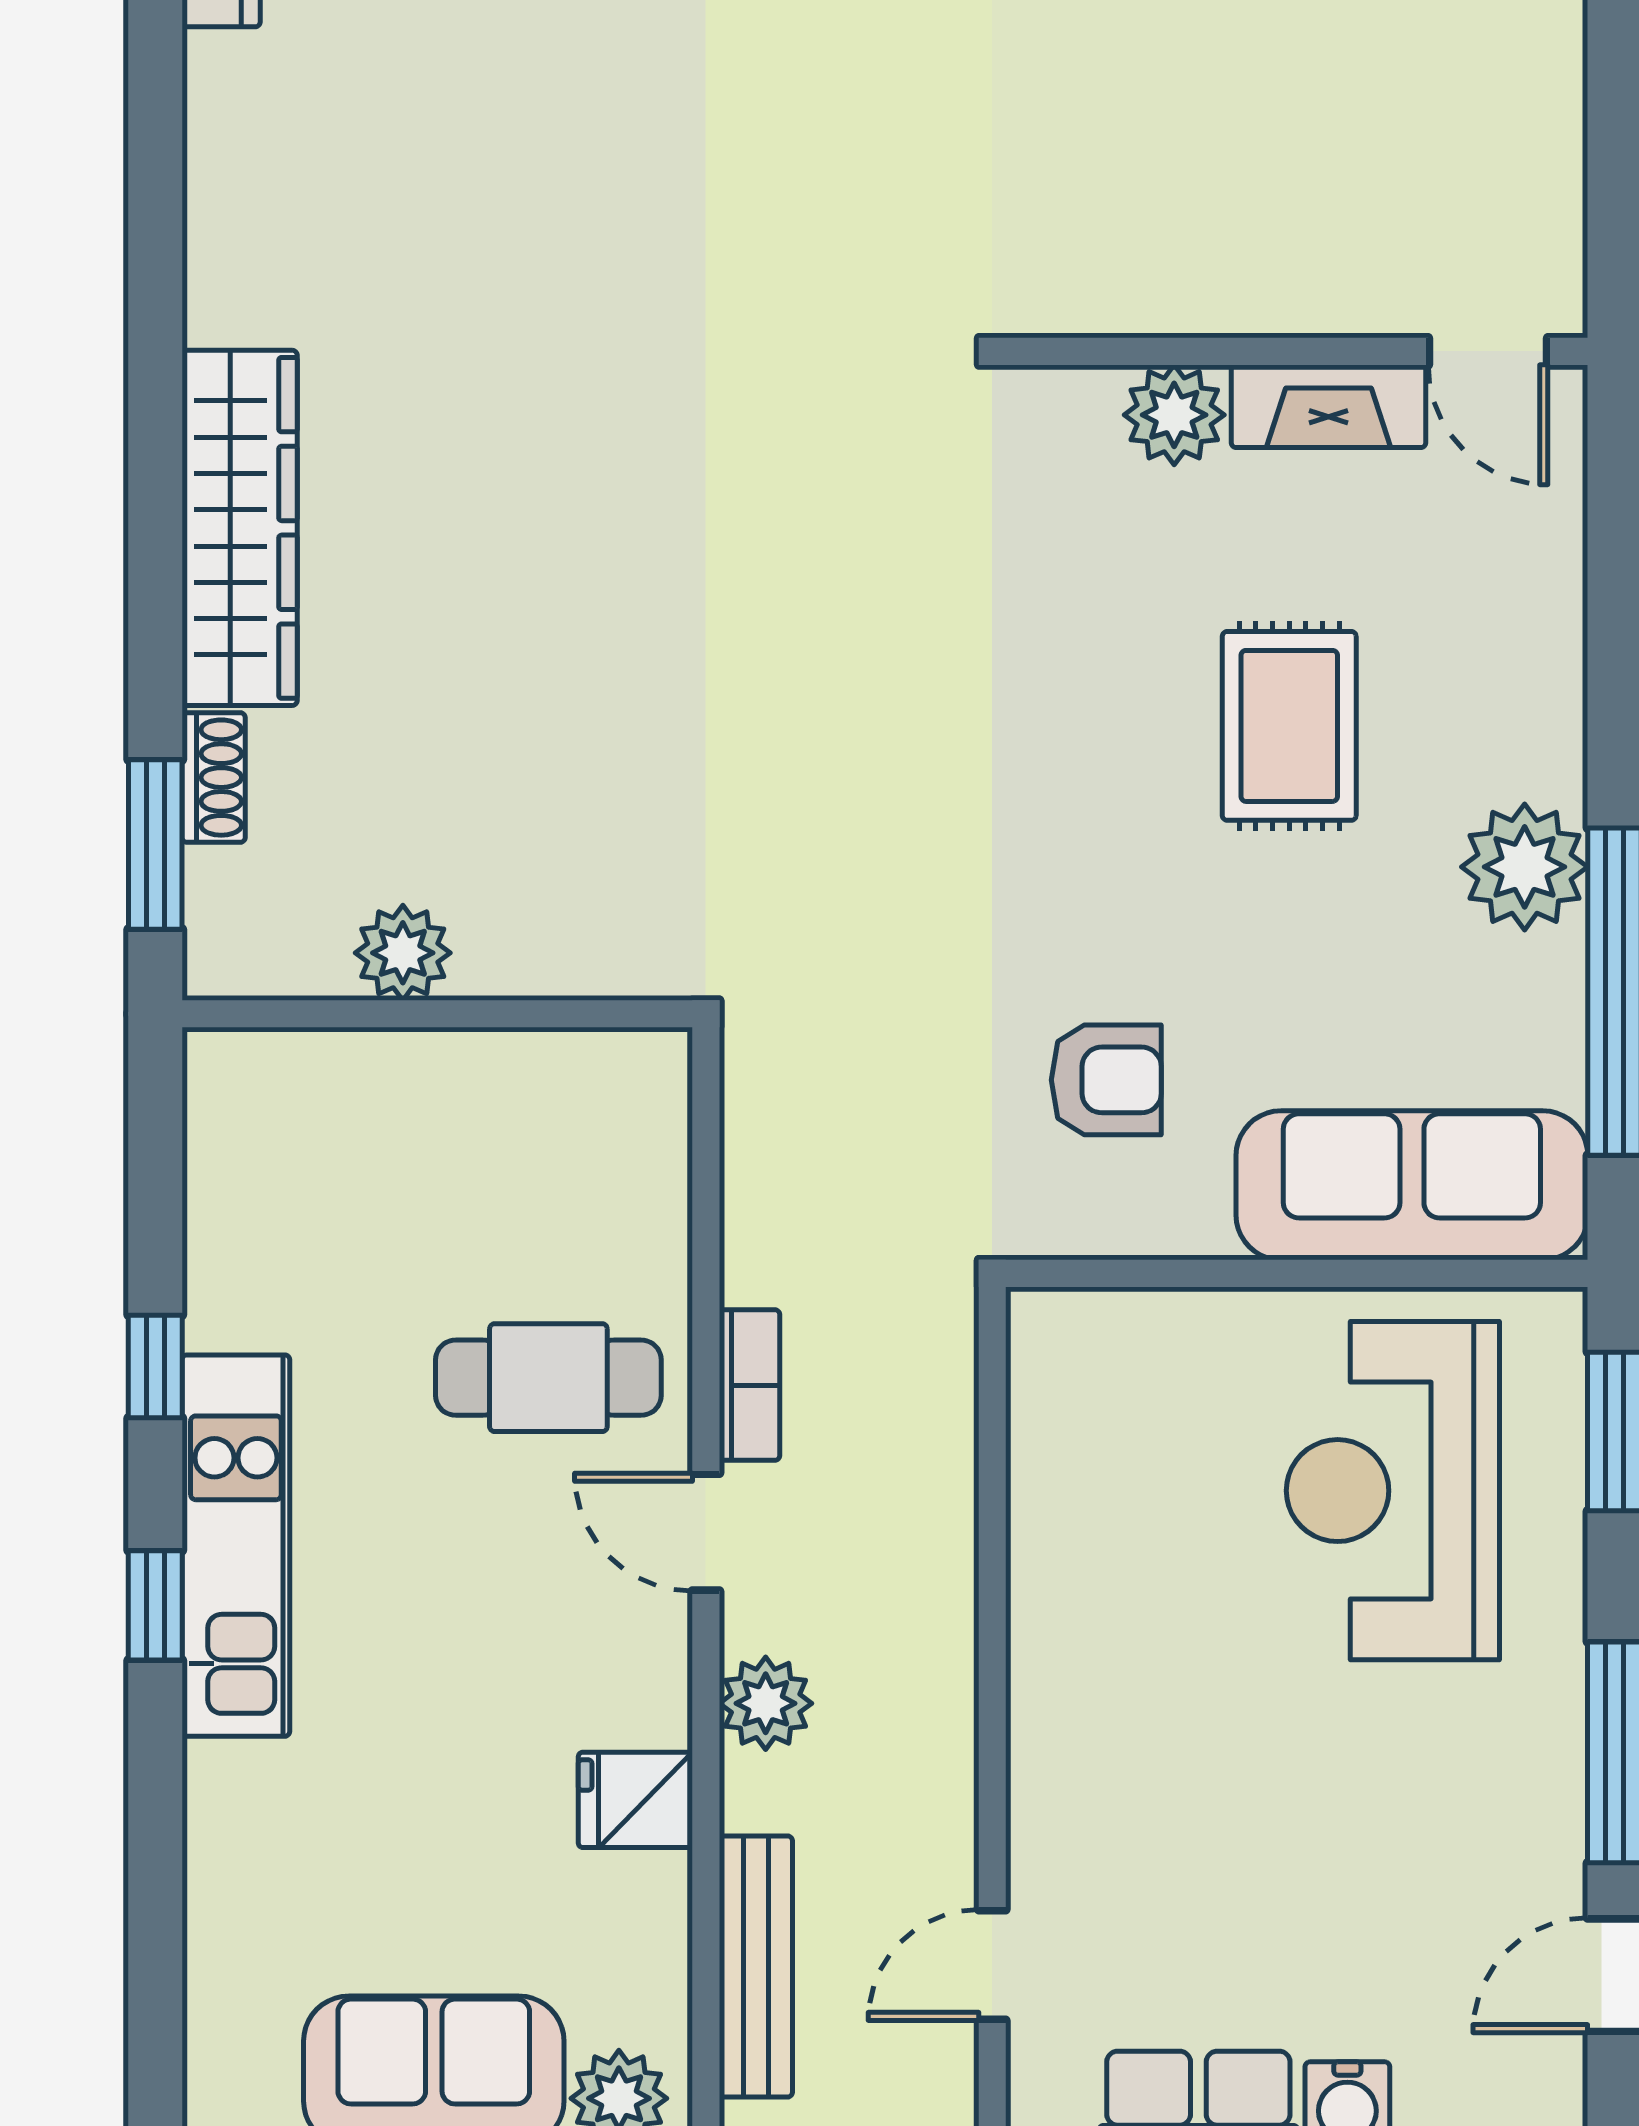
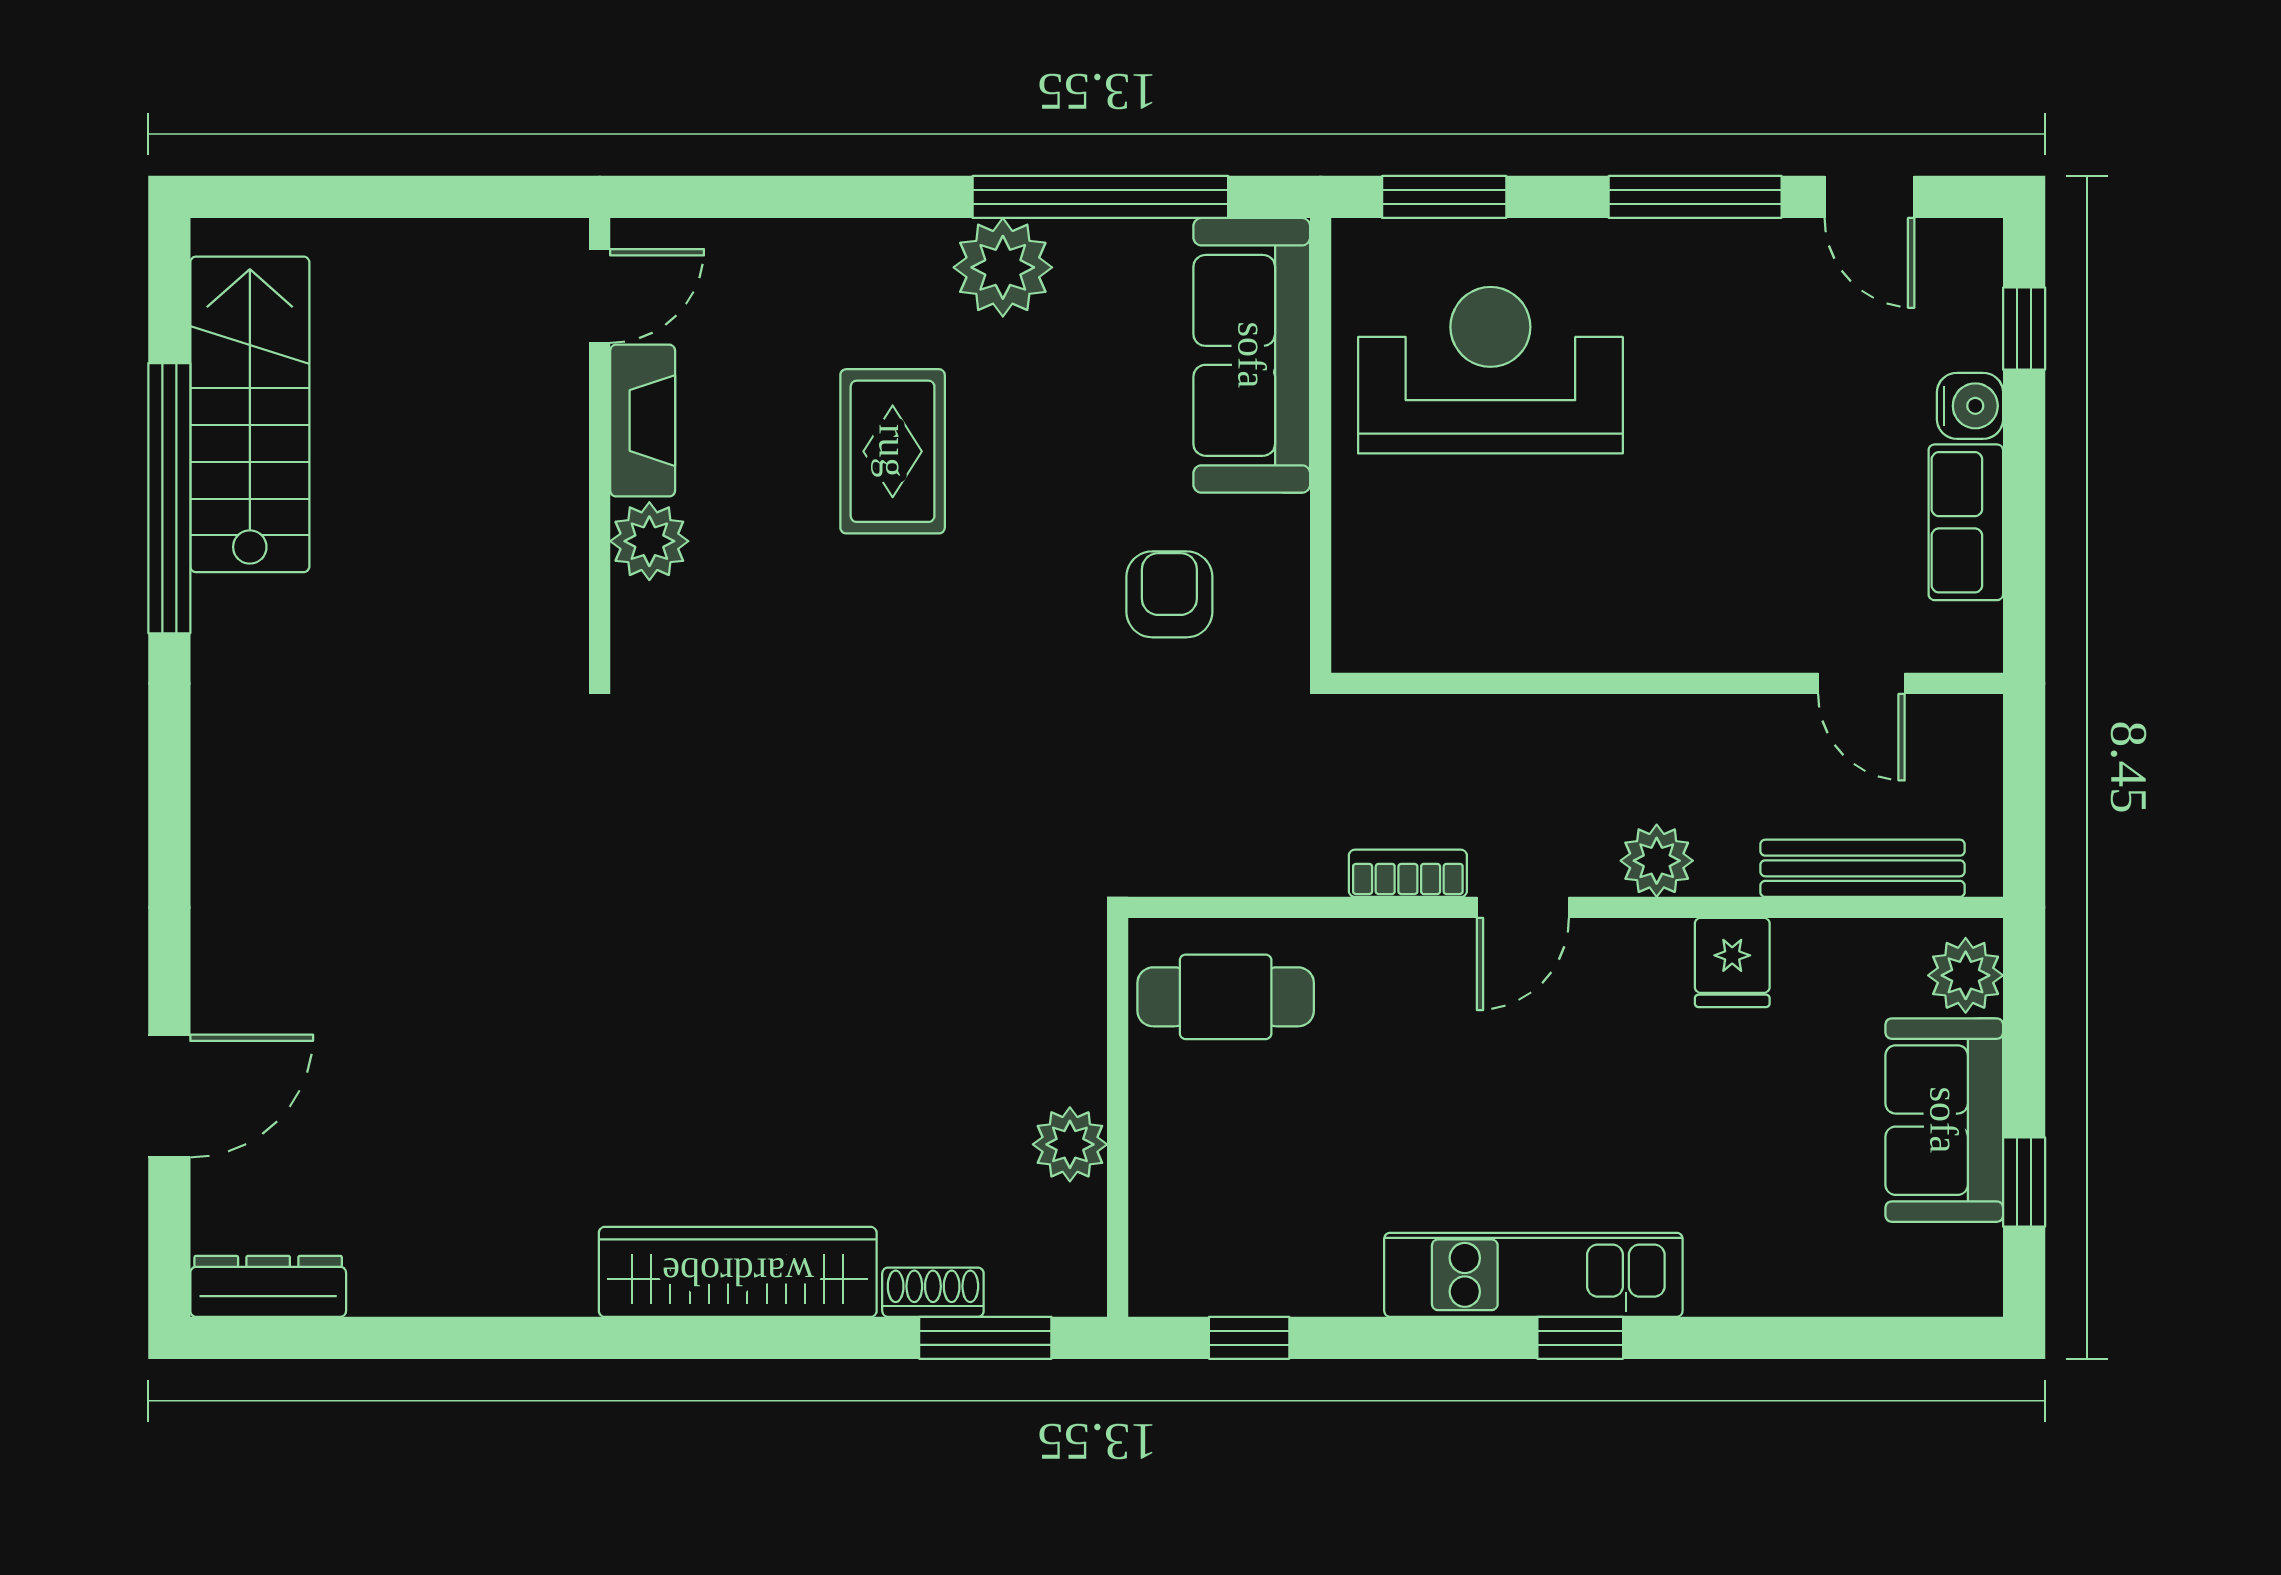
rug: (1289, 726) -> (893, 451), turned 90
window: (155, 1366) -> (1249, 1338), moved
cafe table: (548, 1378) -> (1226, 997), moved, turned 90
reception desk: (1393, 1491) -> (1490, 370), turned 180

